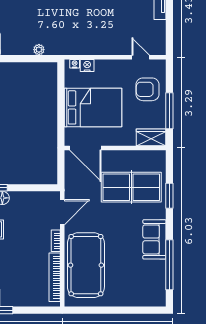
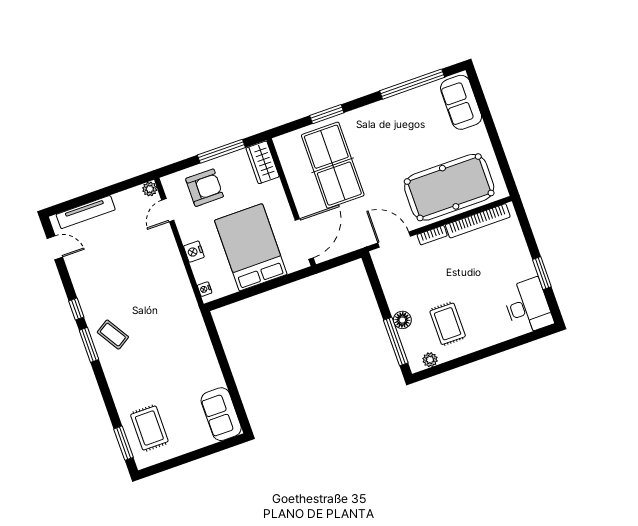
plant: (39, 50) -> (150, 189), moved
nightstand: (87, 66) -> (194, 252), moved
armchair: (147, 89) -> (205, 188), turned -90
sofa: (154, 239) -> (461, 102), moved, turned 90

